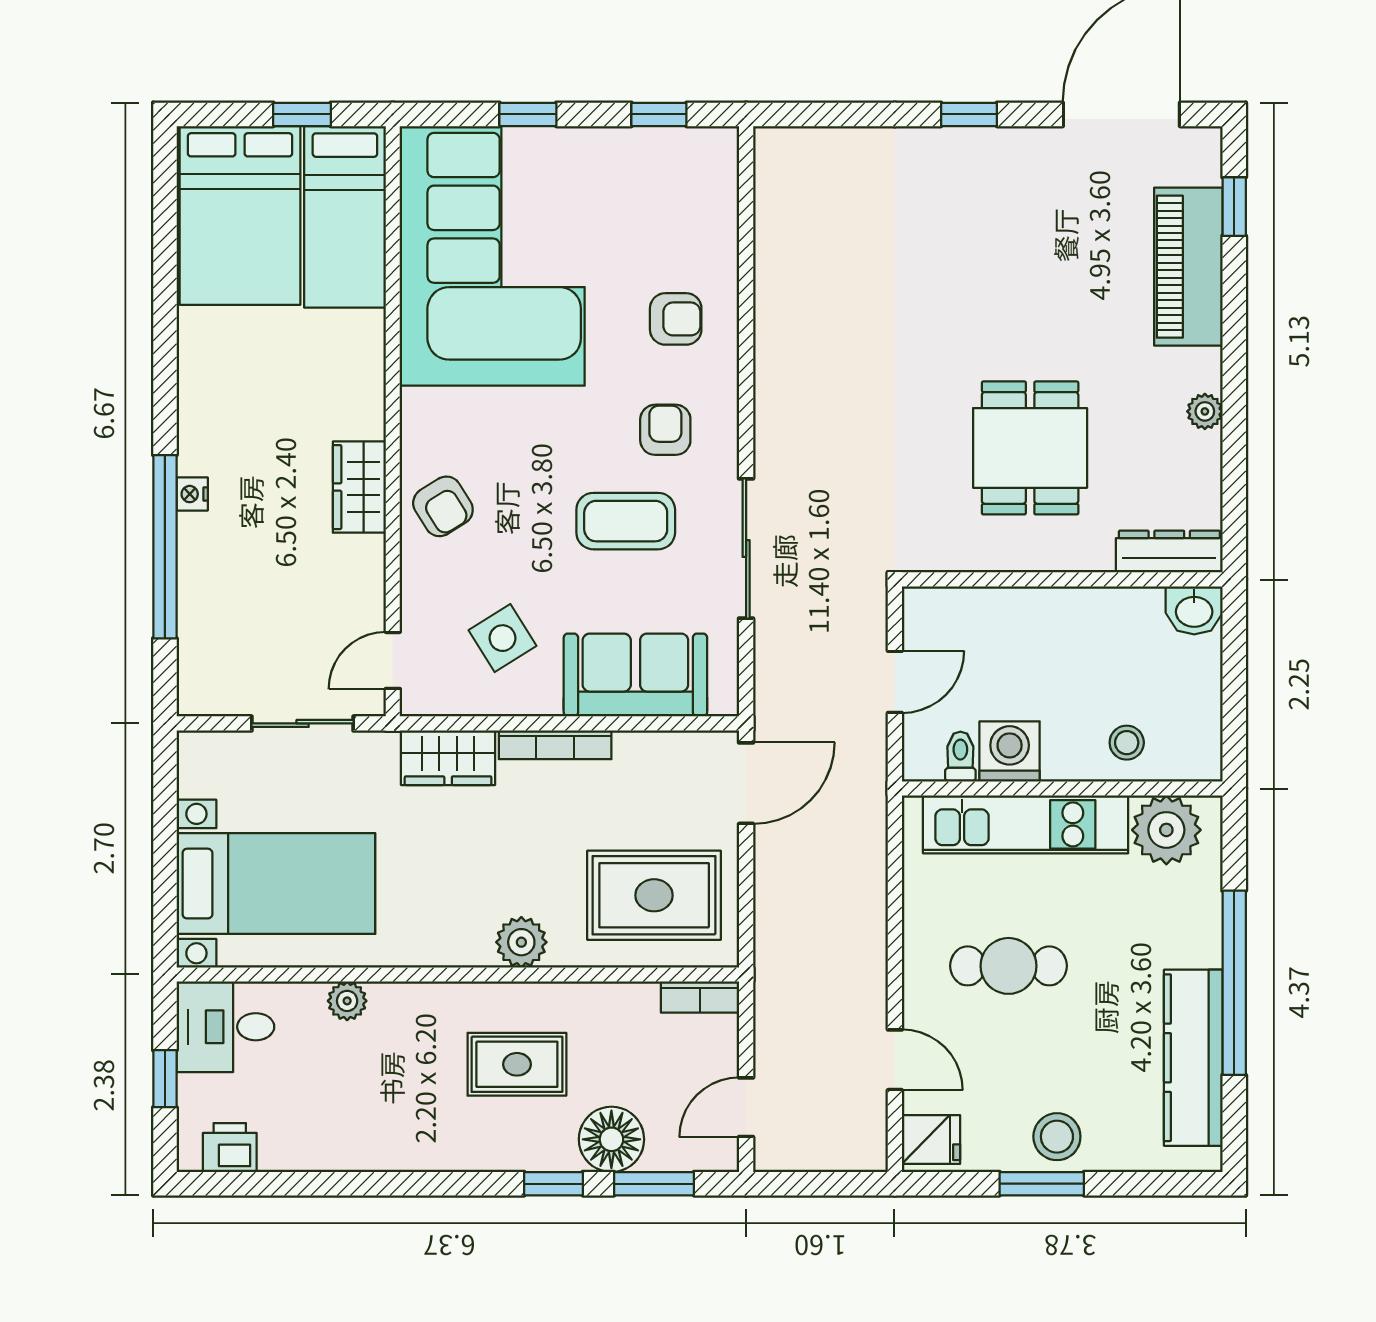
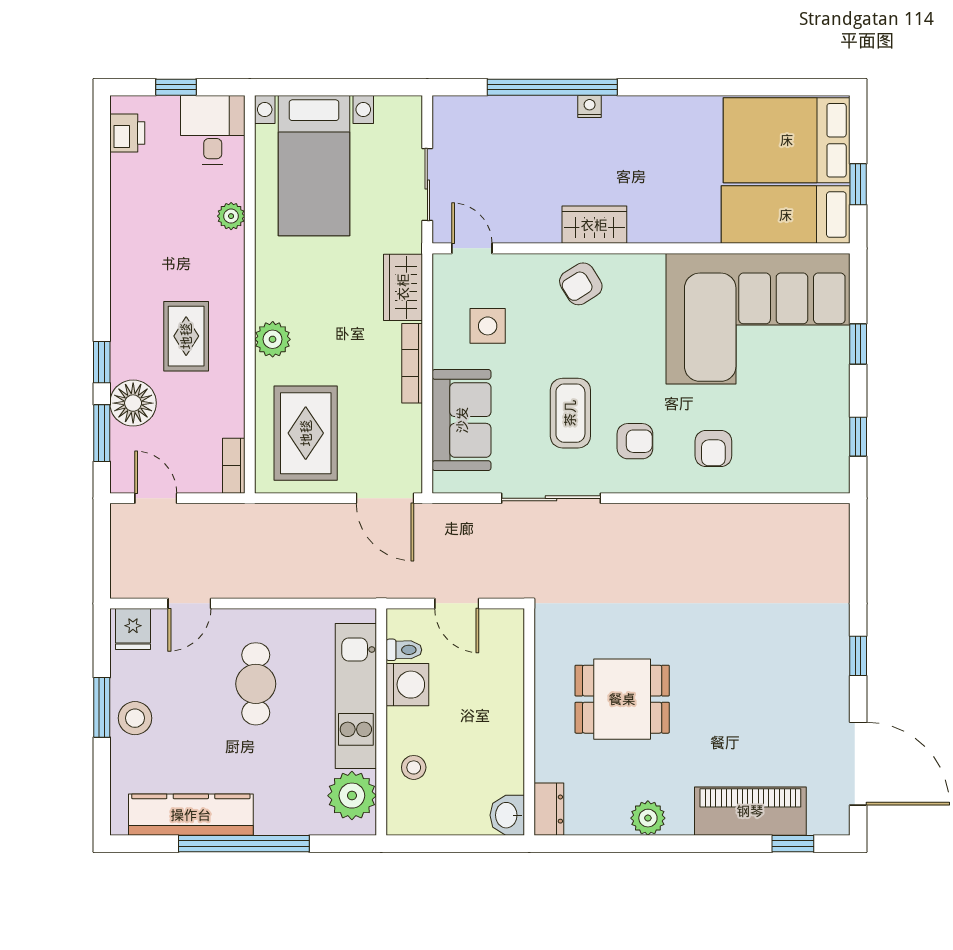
plant: (1205, 411) -> (648, 818), width x1.38, depth x1.38
dresser: (1169, 551) -> (549, 809), width x0.70
side table: (503, 638) -> (488, 326), turned 32

